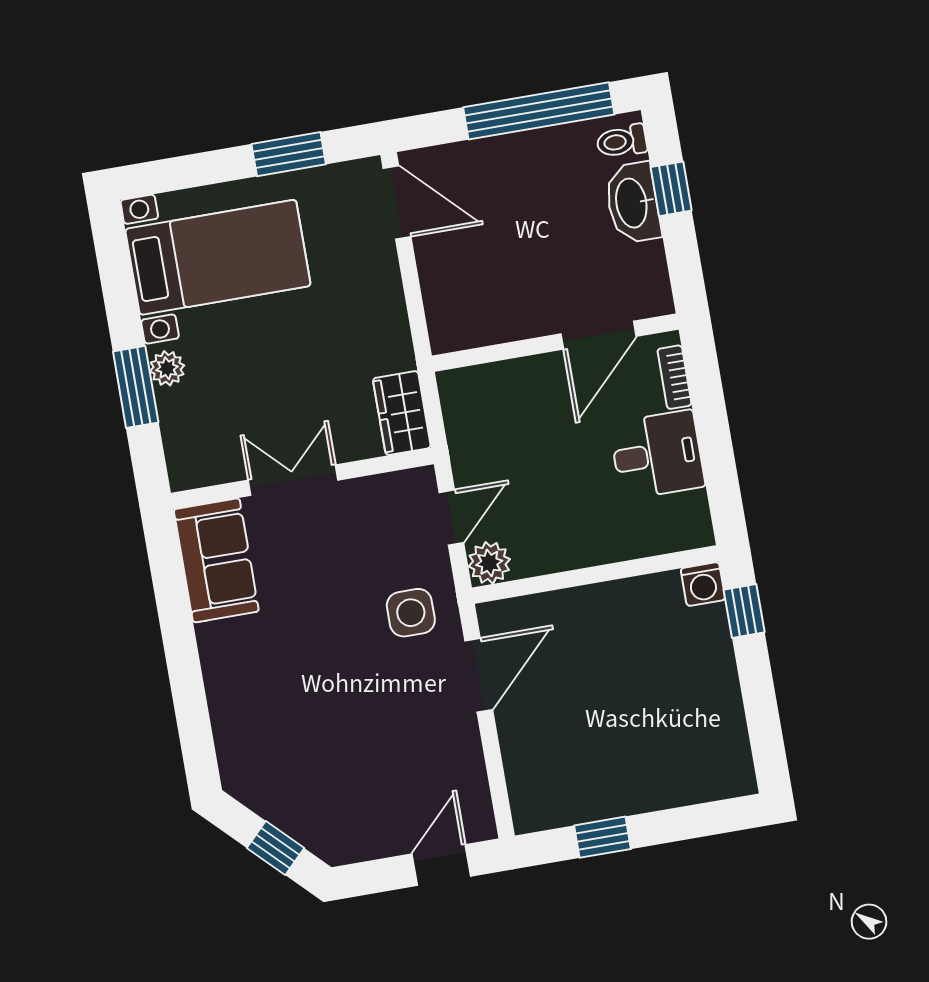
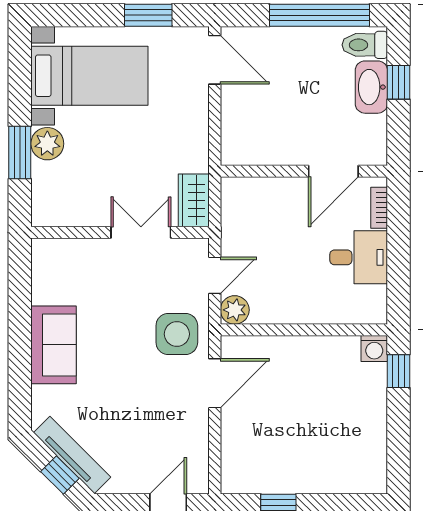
toilet: (622, 141) -> (365, 45), width x1.37, depth x1.39
plant: (167, 368) -> (47, 144), width x1.38, depth x1.38
double door: (293, 480) -> (141, 232), moved
sofa: (216, 560) -> (53, 345), moved
side table: (411, 613) -> (177, 334), width x1.37, depth x1.37
tv unit: (288, 816) -> (72, 455), added

